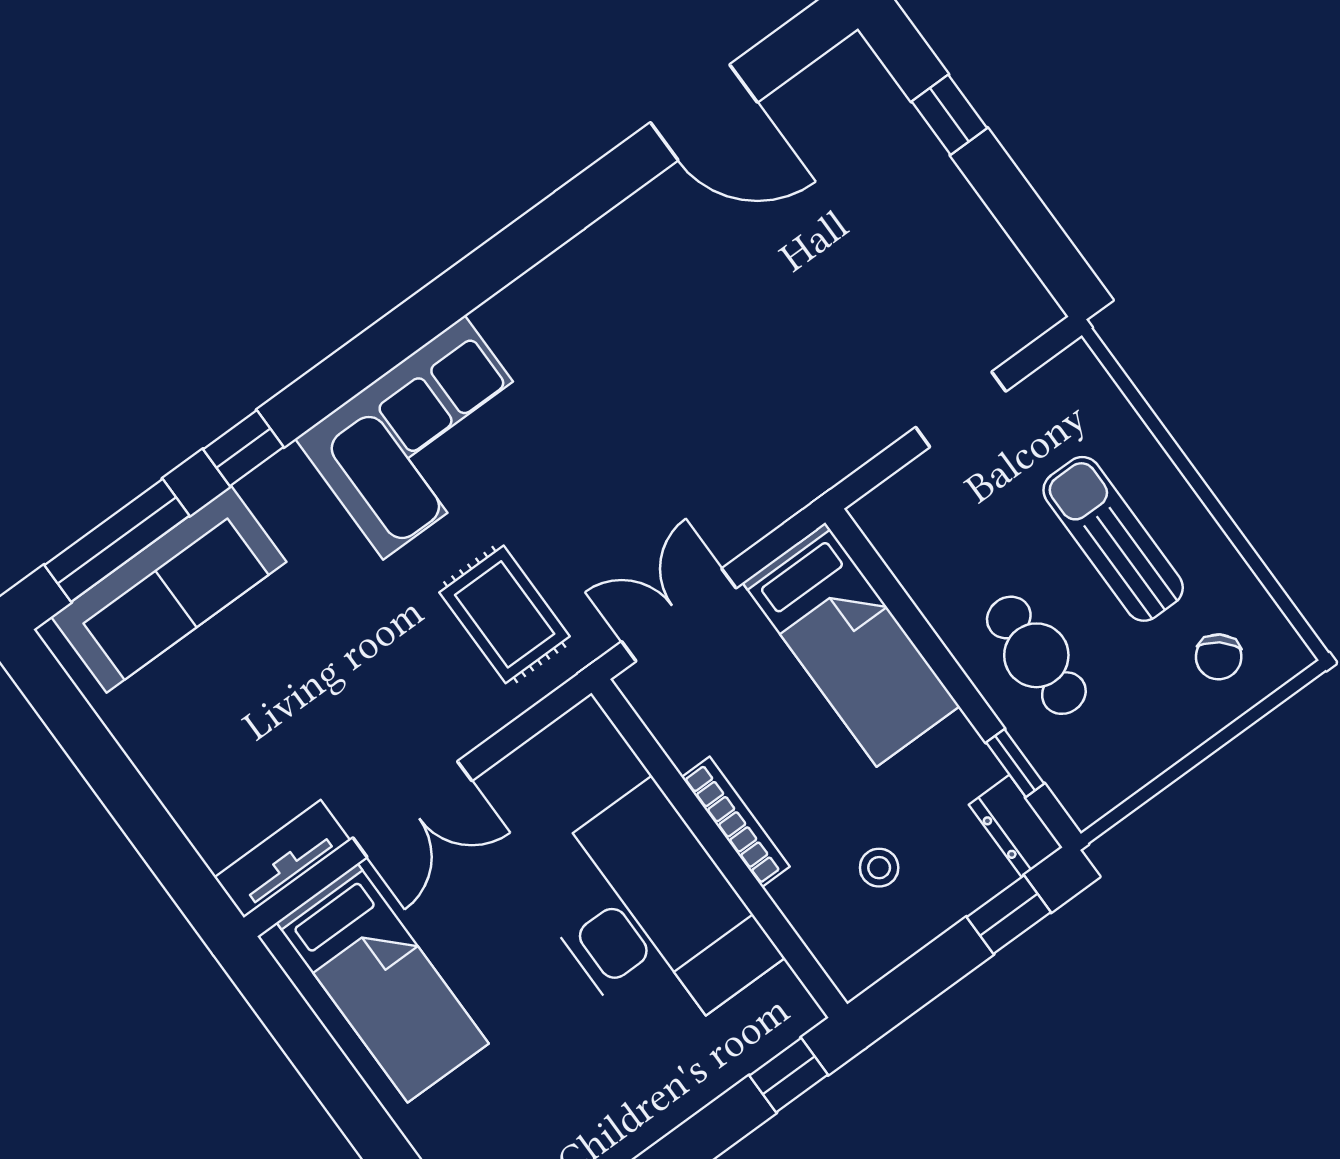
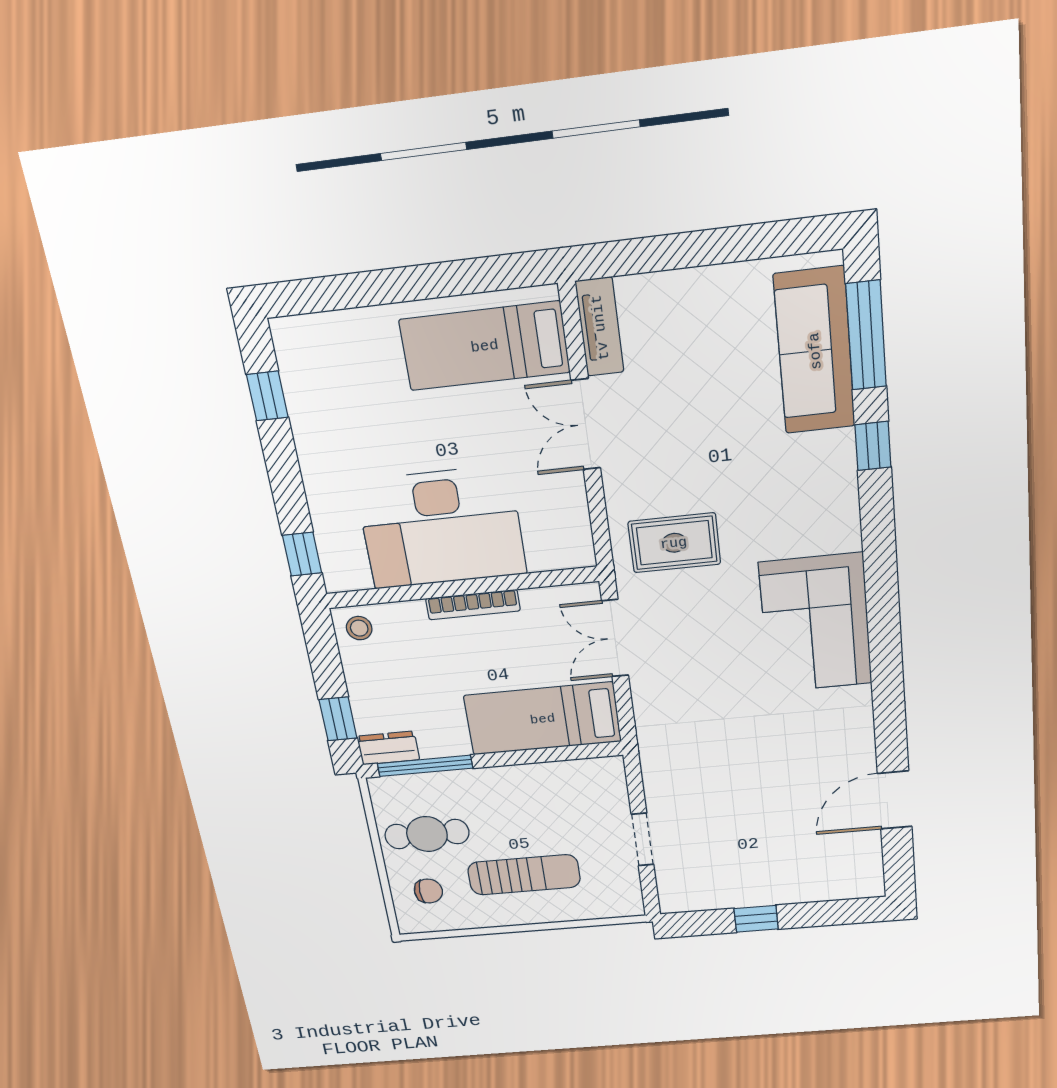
window: (949, 115) -> (756, 919), moved
corner sofa: (424, 437) -> (816, 623), moved
double door: (679, 615) -> (615, 638), swing flipped
cafe table: (1036, 655) -> (427, 834), moved
chair: (1219, 657) -> (428, 891), turned 140
window: (1015, 763) -> (425, 766), width x2.17
stool: (879, 868) -> (359, 628), moved

